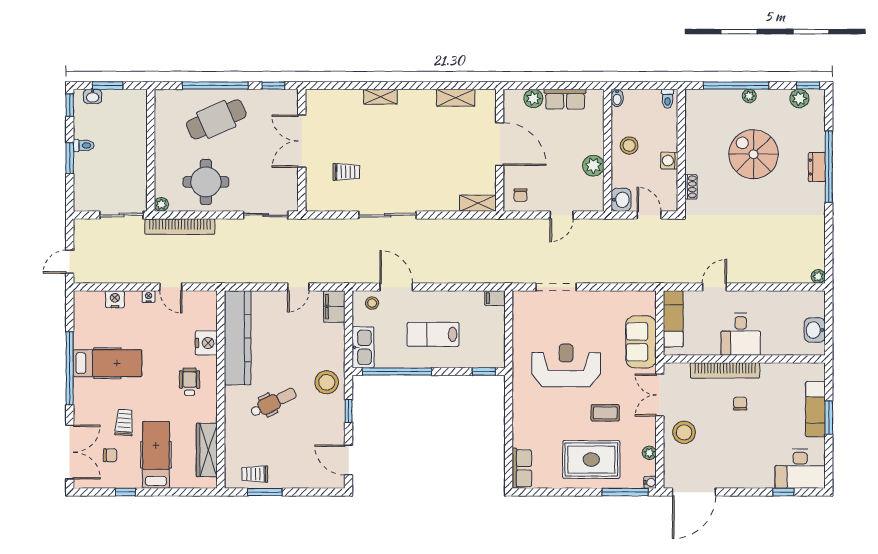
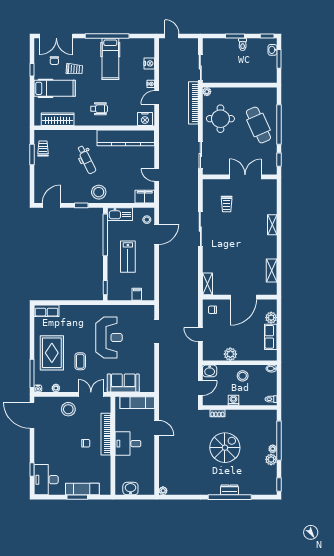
plant: (799, 99) -> (271, 459), moved
spiral stairs: (754, 154) -> (225, 448), moved
filing cabinet: (495, 298) -> (137, 294), moved
lab bench: (433, 334) -> (128, 257), turned 180
nightstand: (206, 343) -> (145, 119), moved

